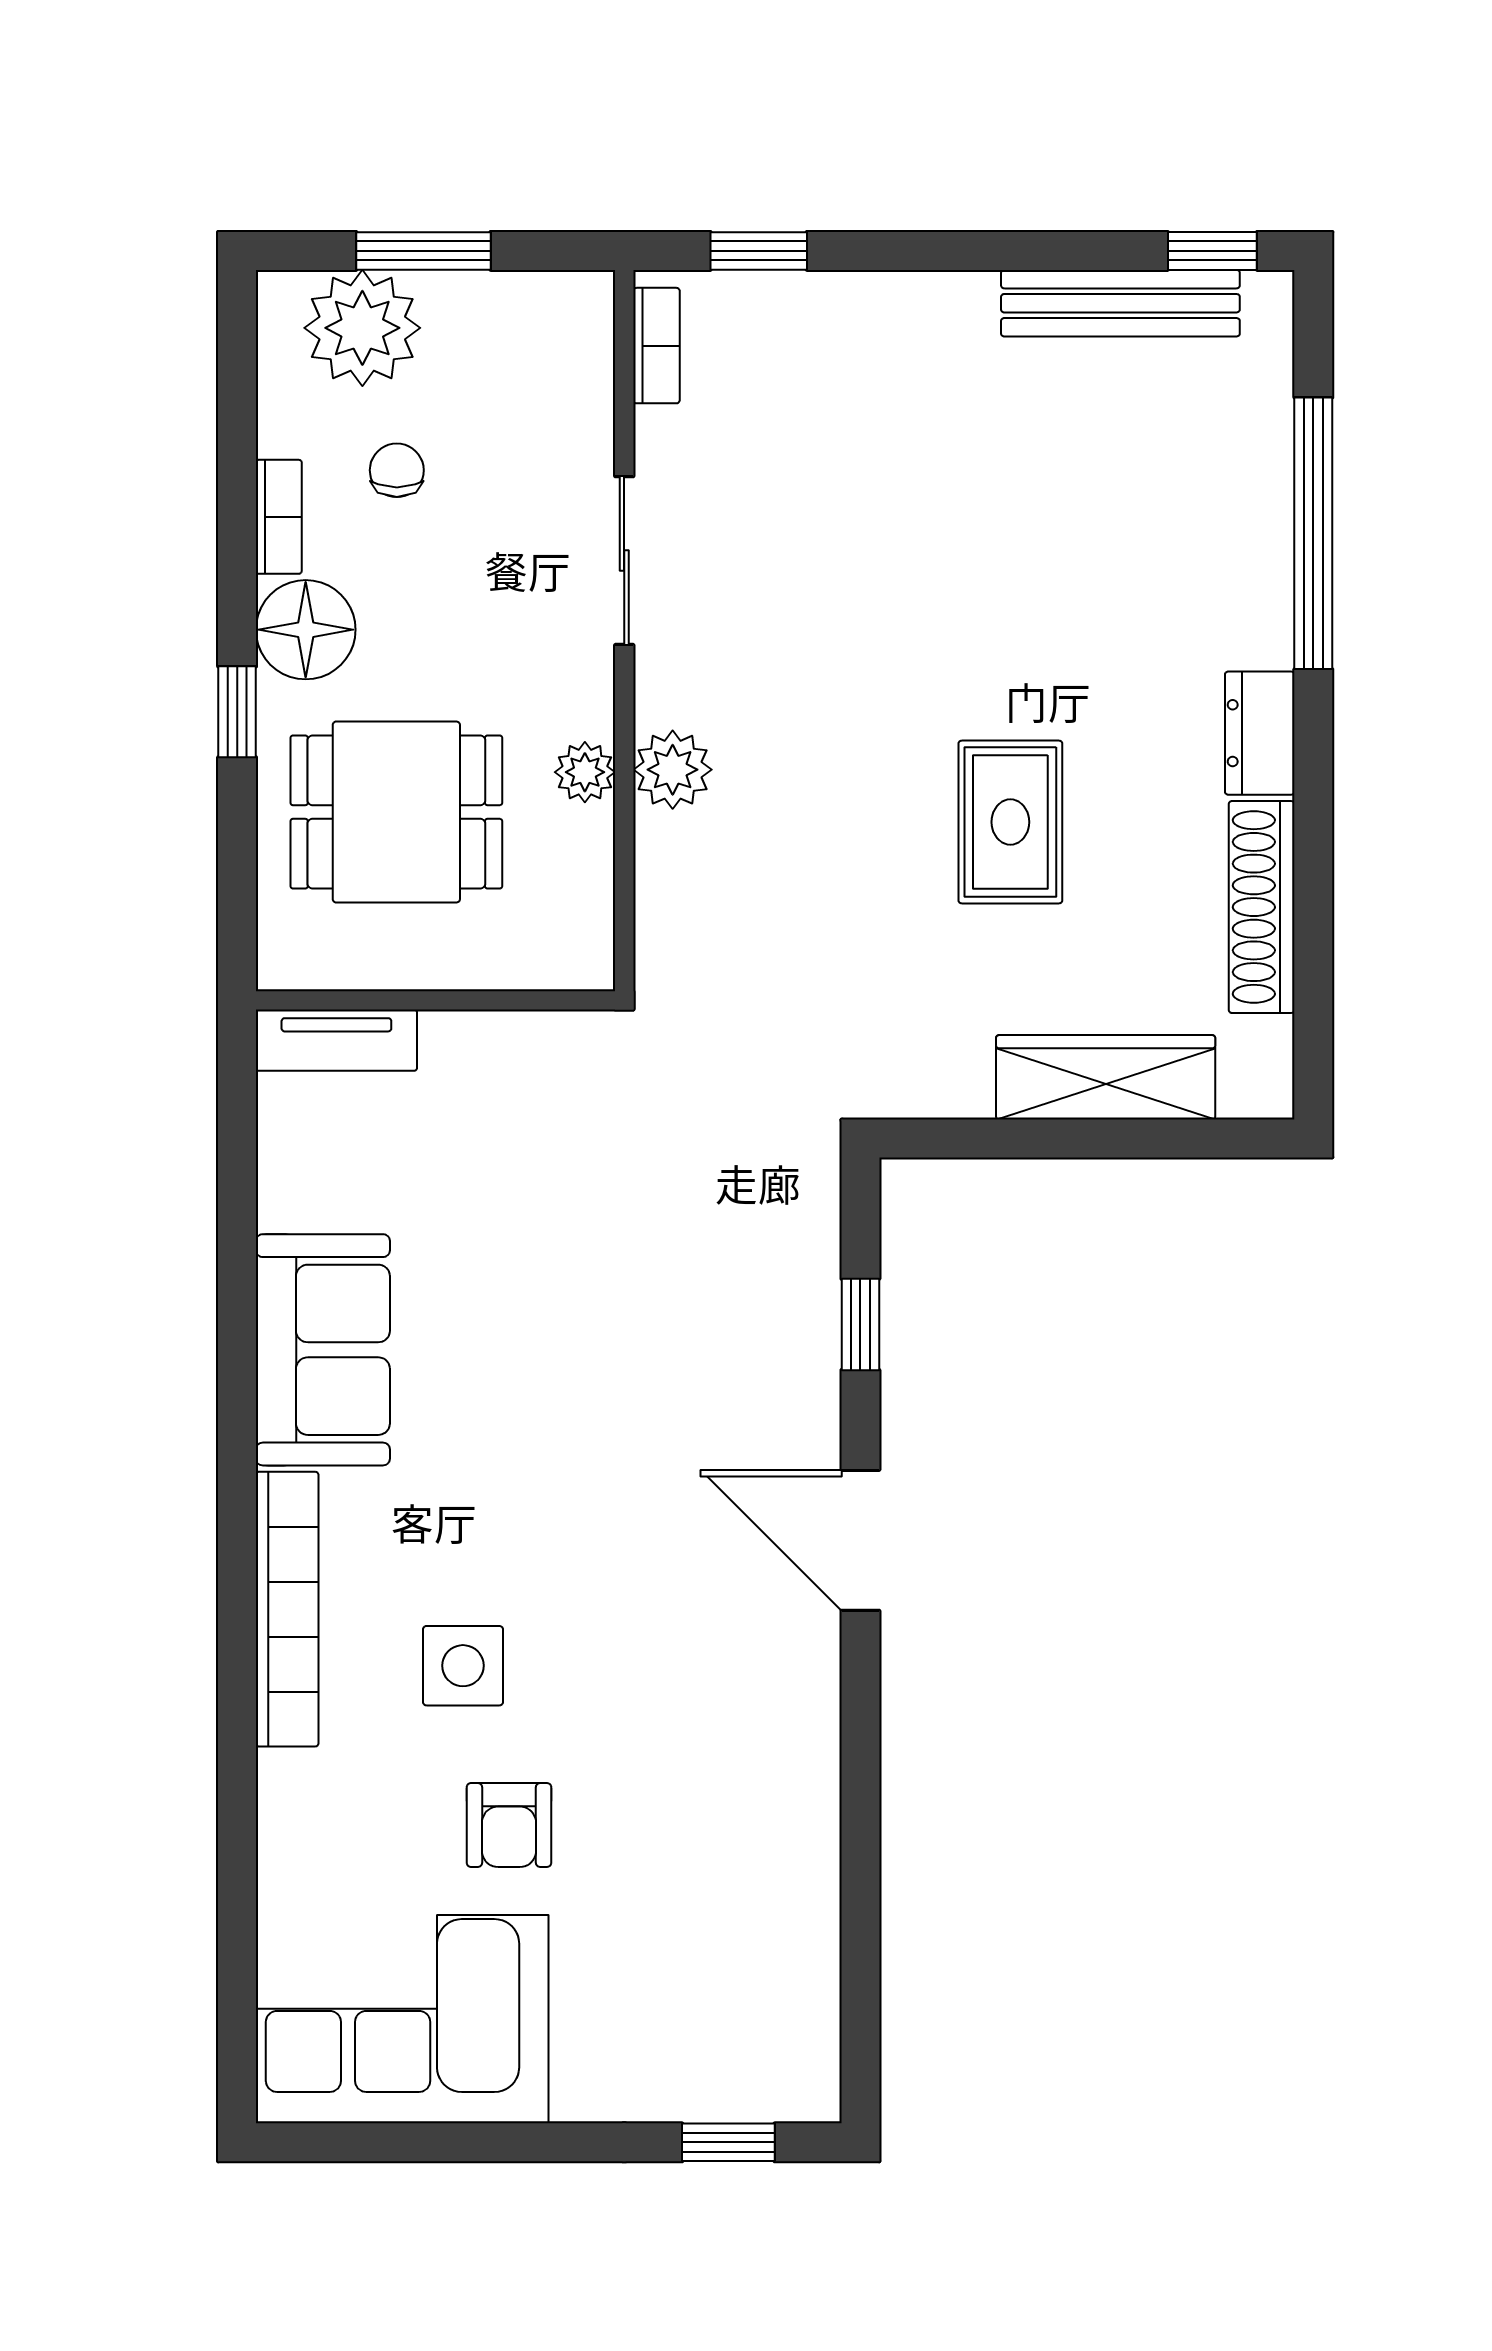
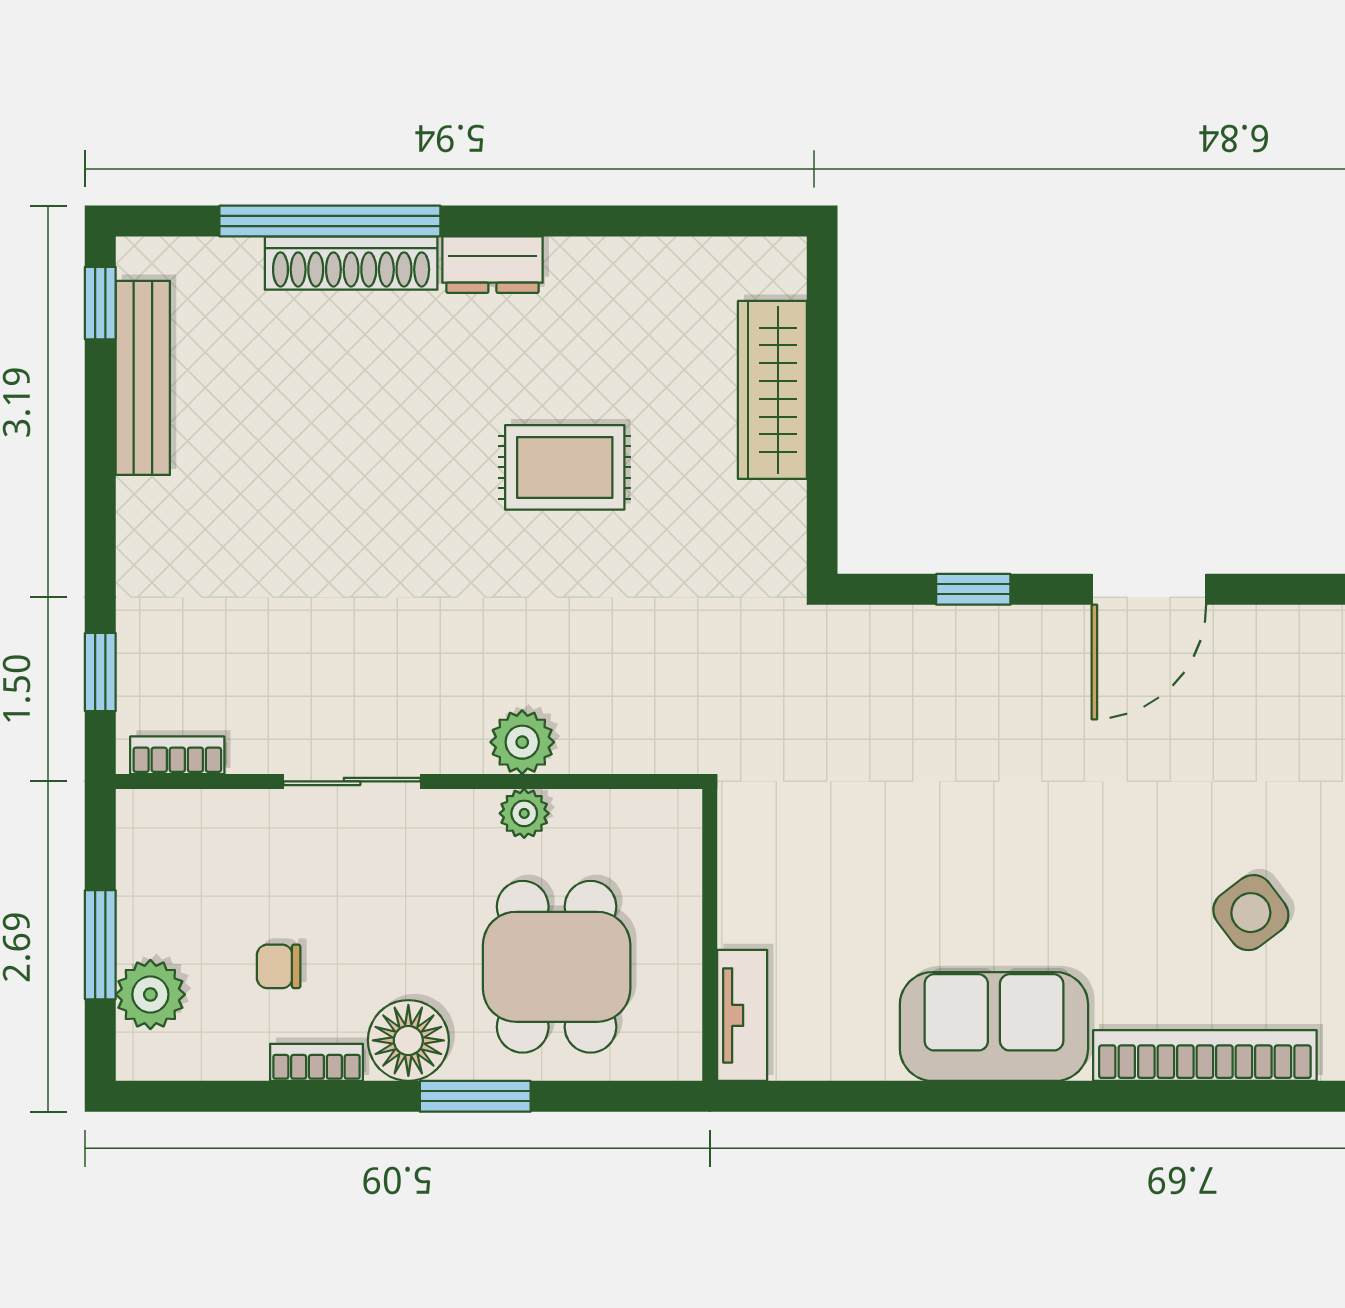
plant: (362, 328) -> (150, 994), width x0.73, depth x0.73
window: (237, 712) -> (475, 1096), width x1.50
shoe rack: (1262, 907) -> (351, 263), moved
side table: (463, 1666) -> (1251, 913), turned -37

